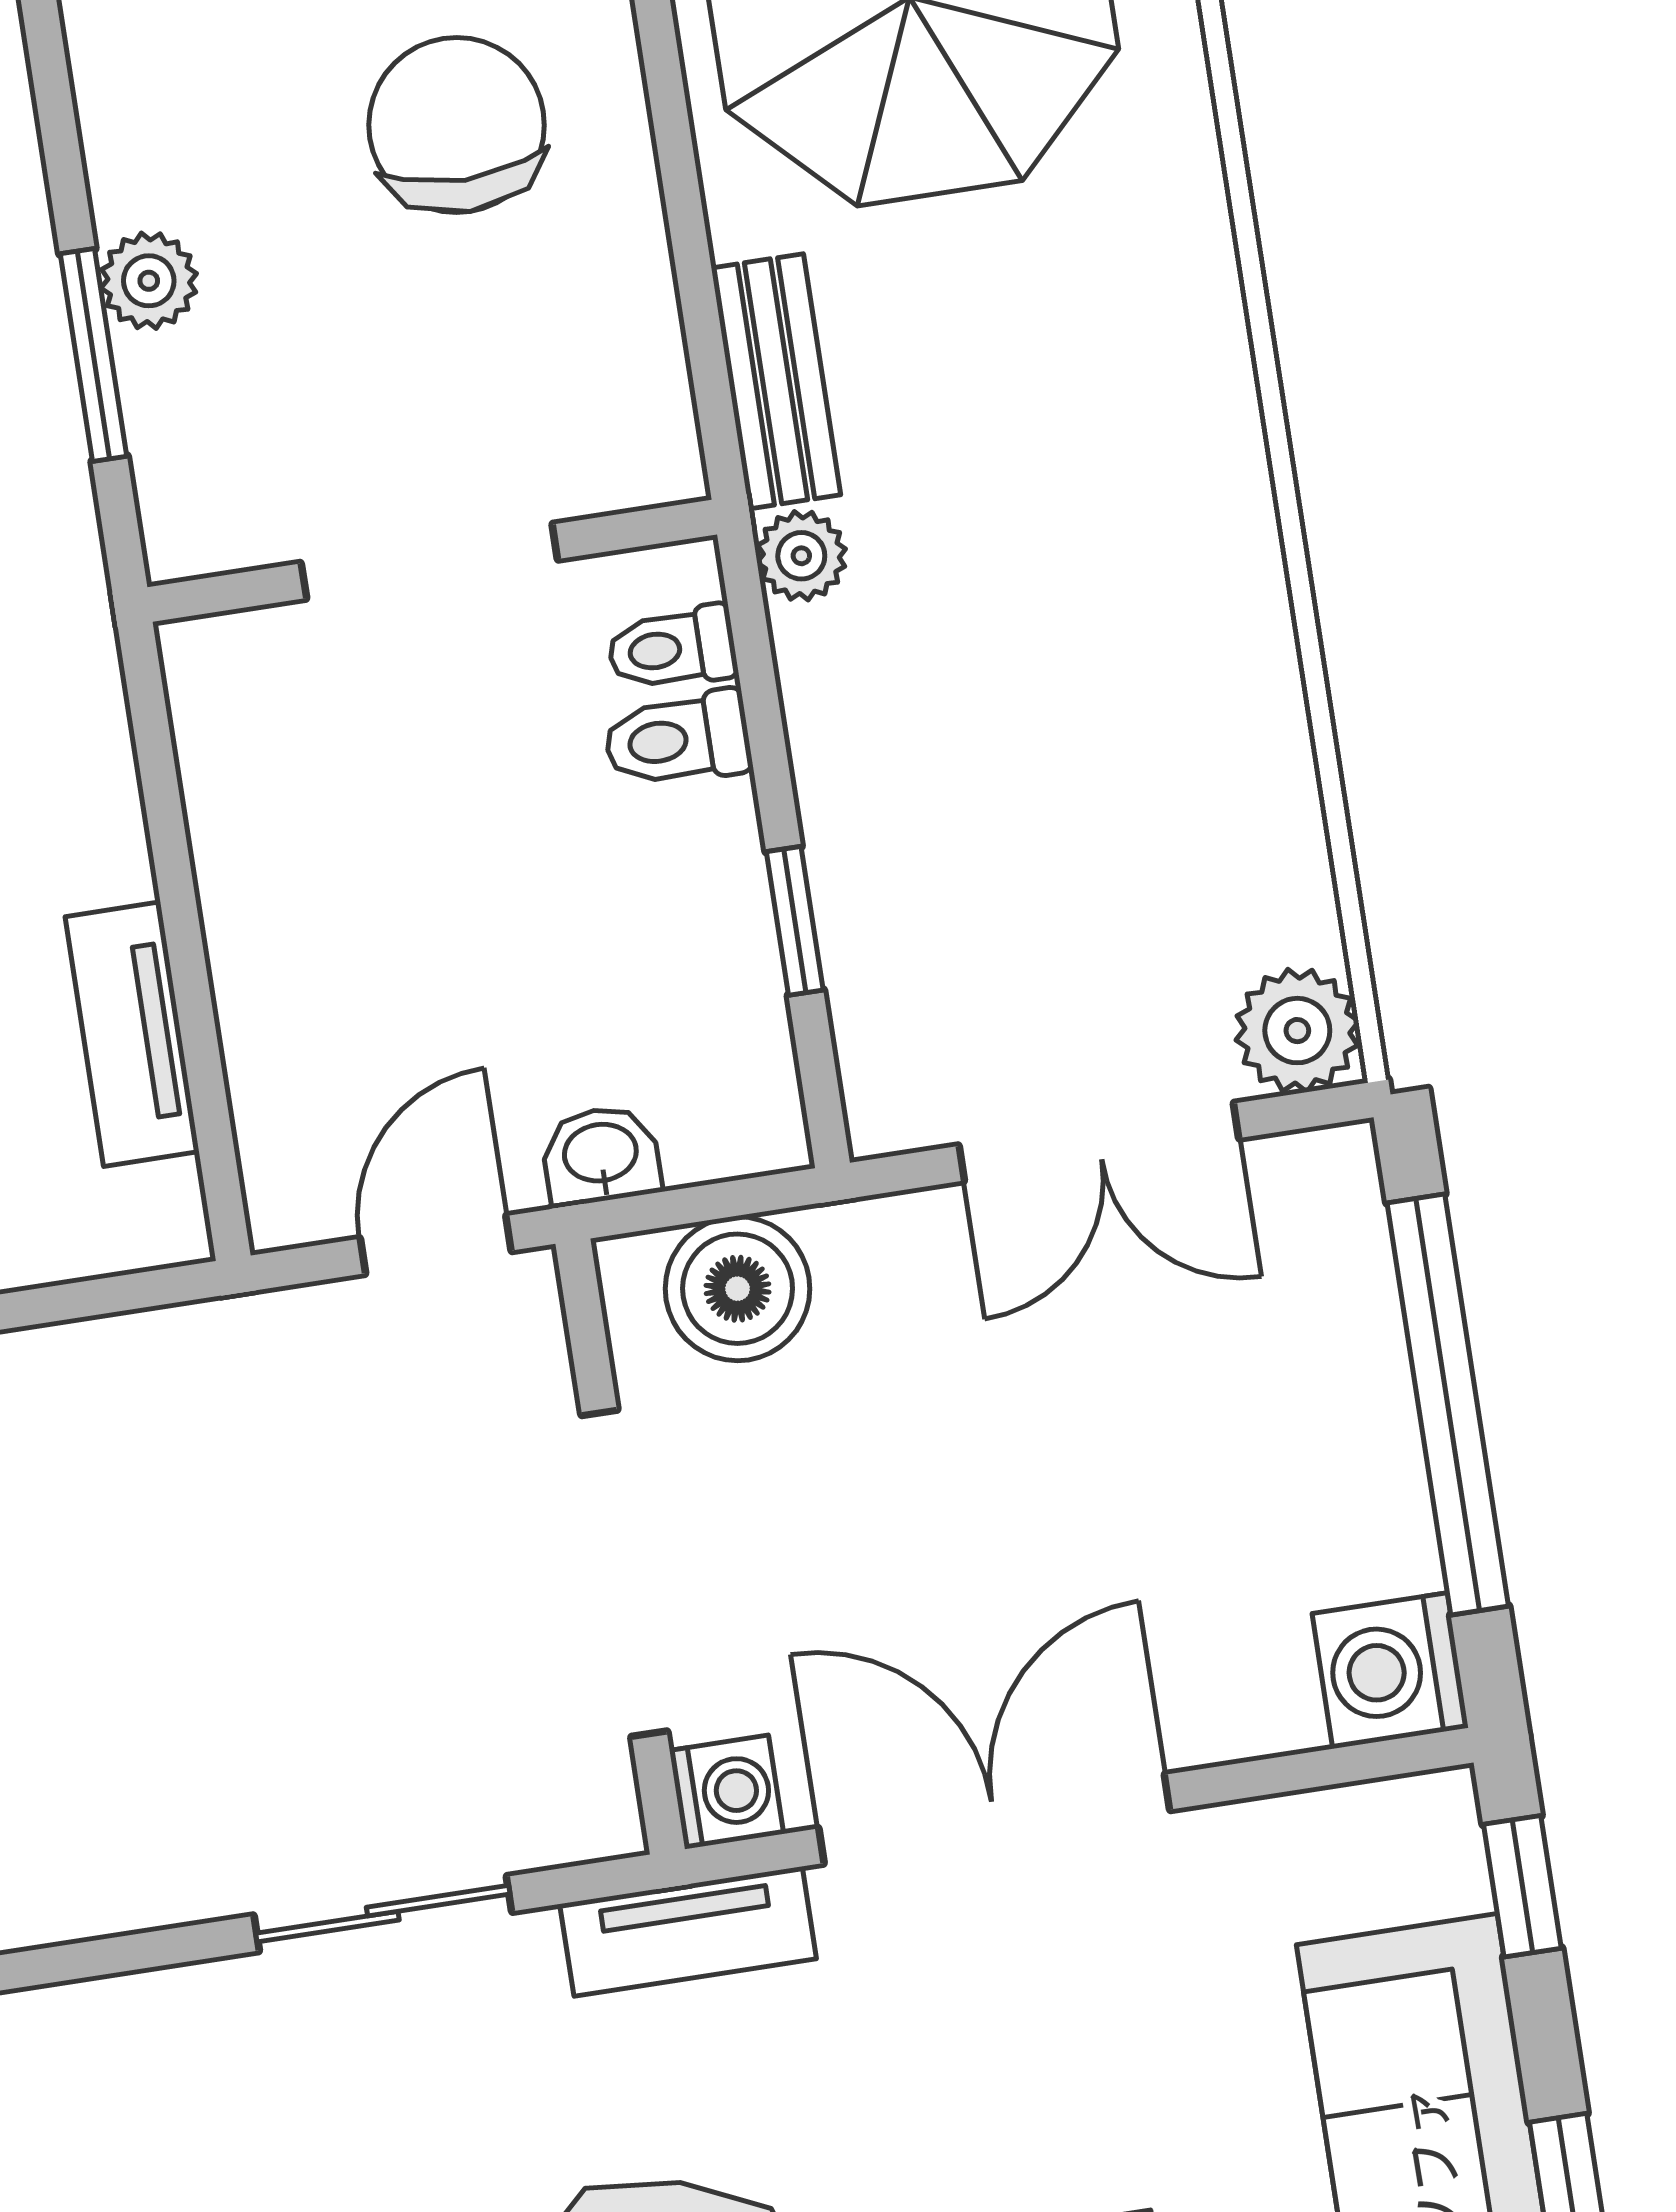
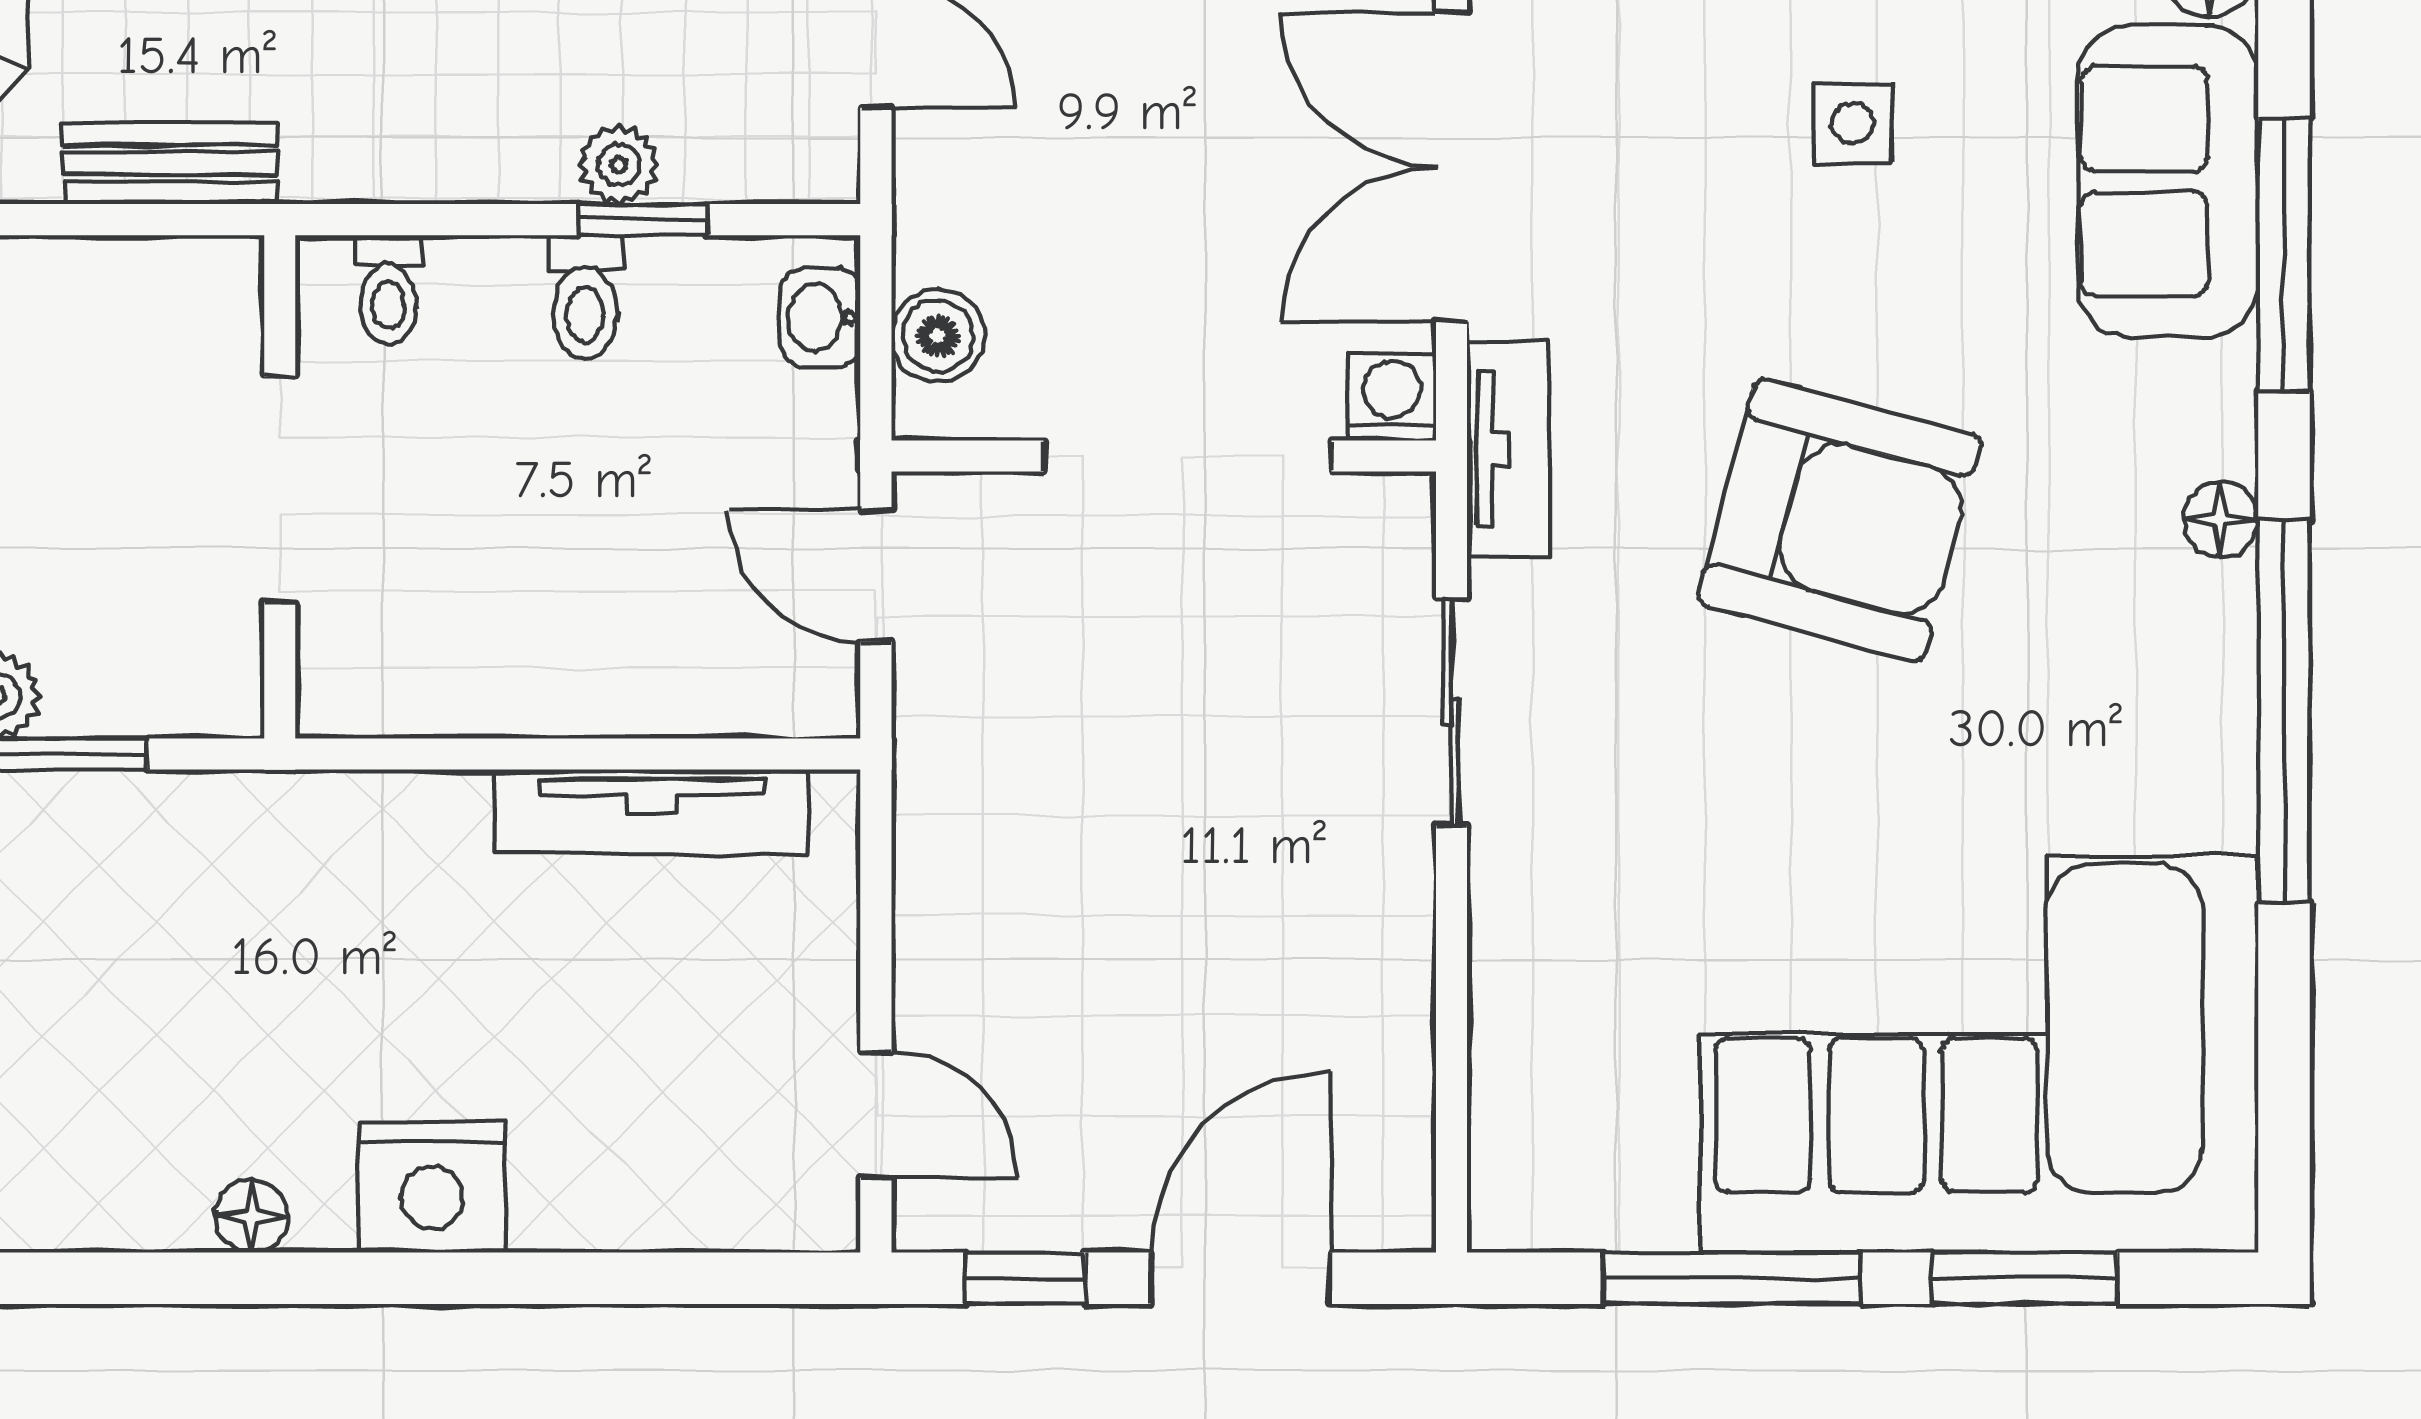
plant: (801, 556) -> (619, 165), moved
toilet: (678, 739) -> (585, 297), moved
tv unit: (132, 1034) -> (652, 812), width x1.41
washbasin: (601, 1155) -> (820, 317), moved
boiler: (738, 1289) -> (938, 336), width x0.73, depth x0.73

